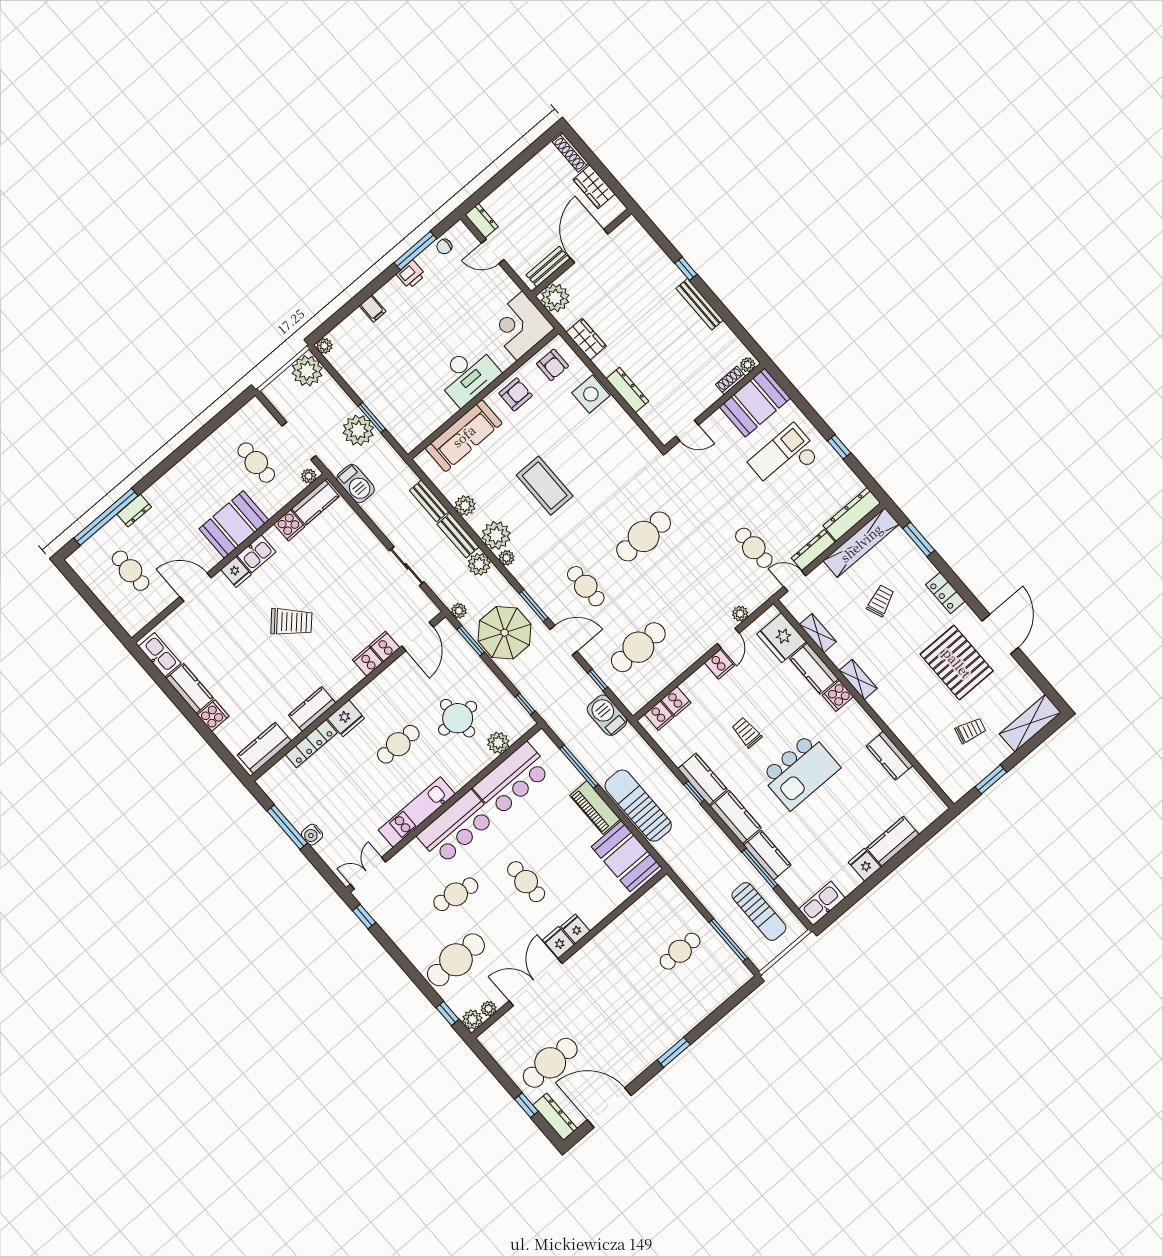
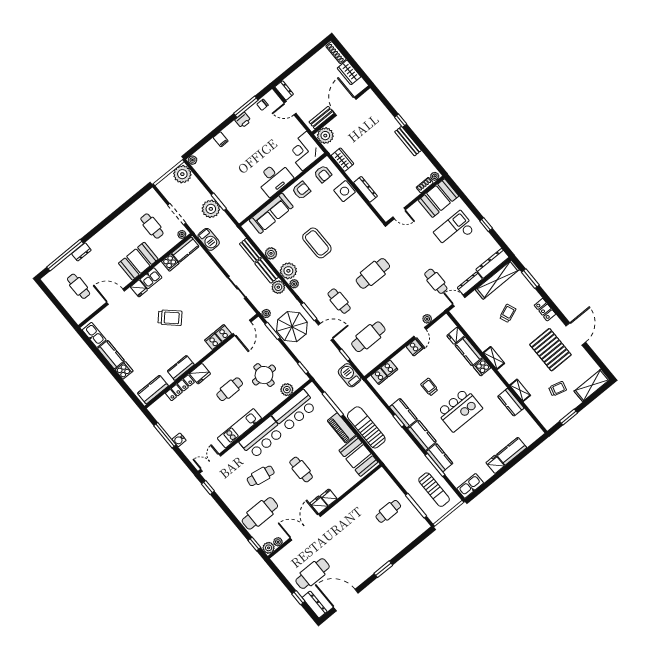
shelving: (818, 633) -> (520, 390), moved
fridge: (782, 638) -> (456, 336), width x0.53, depth x0.75

